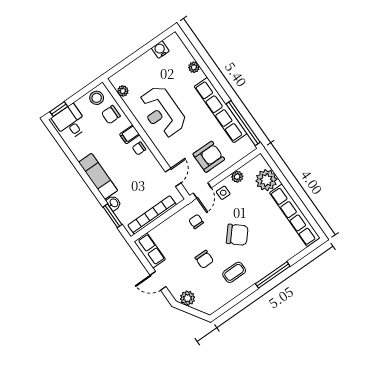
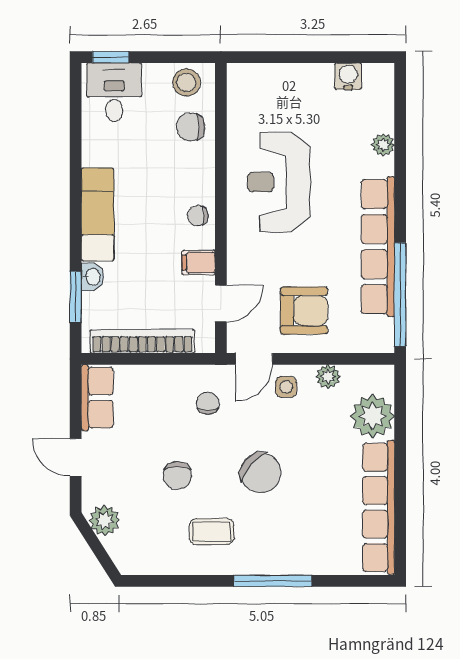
plant: (123, 91) -> (238, 102), removed
filing cabinet: (130, 134) -> (199, 262), moved

